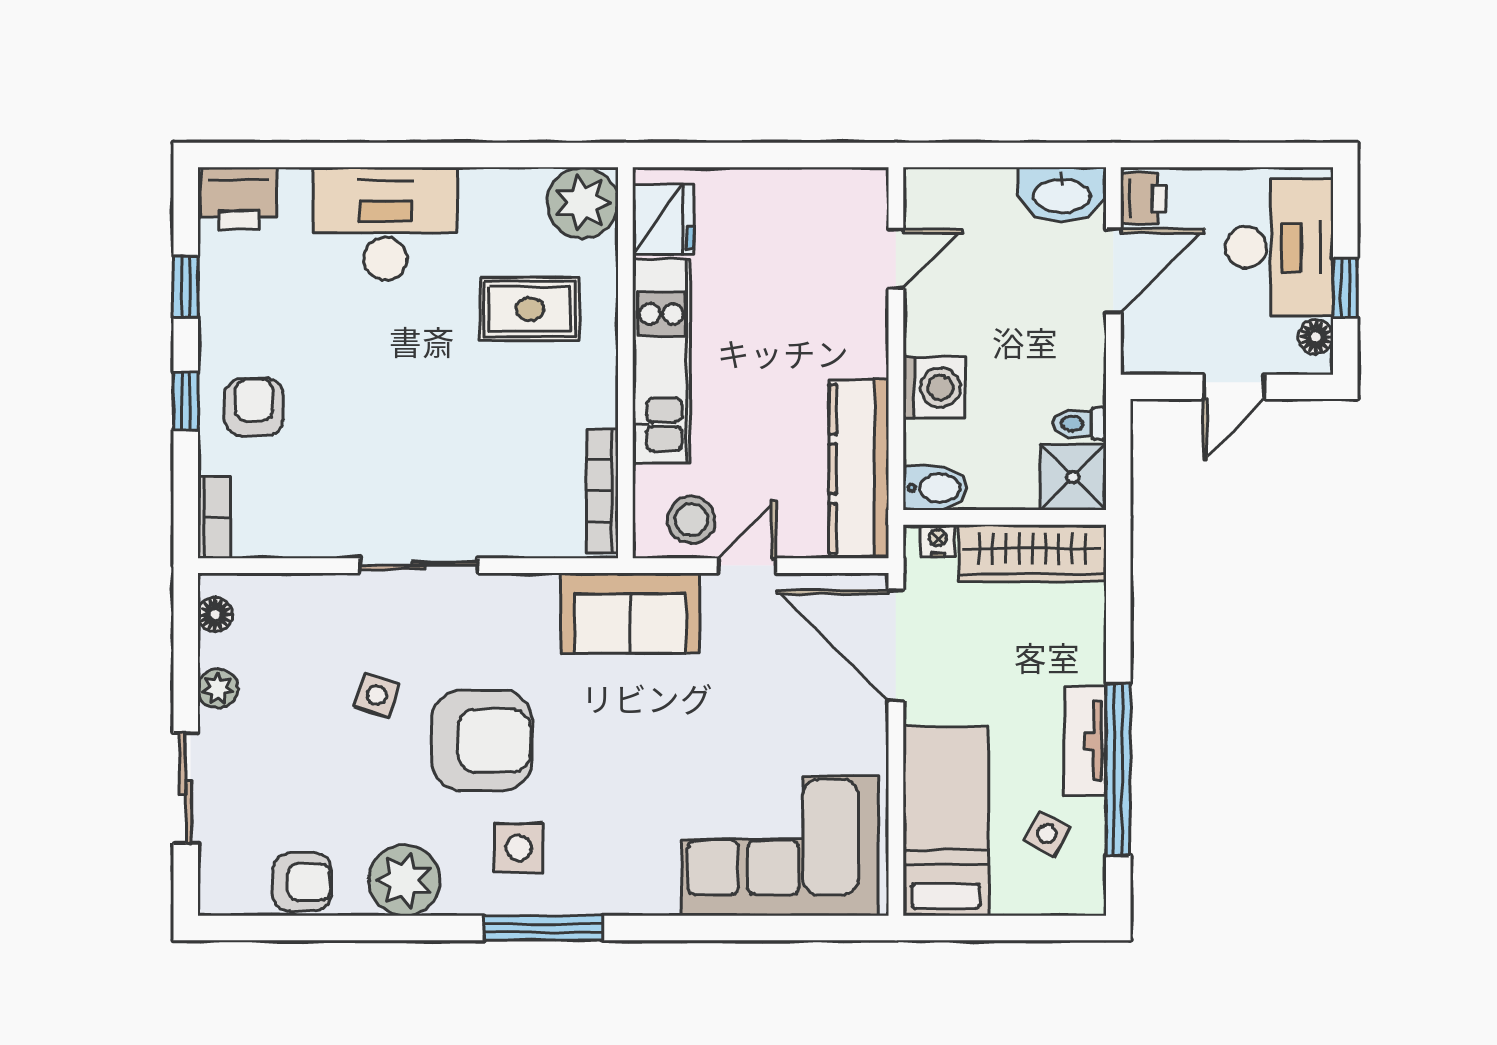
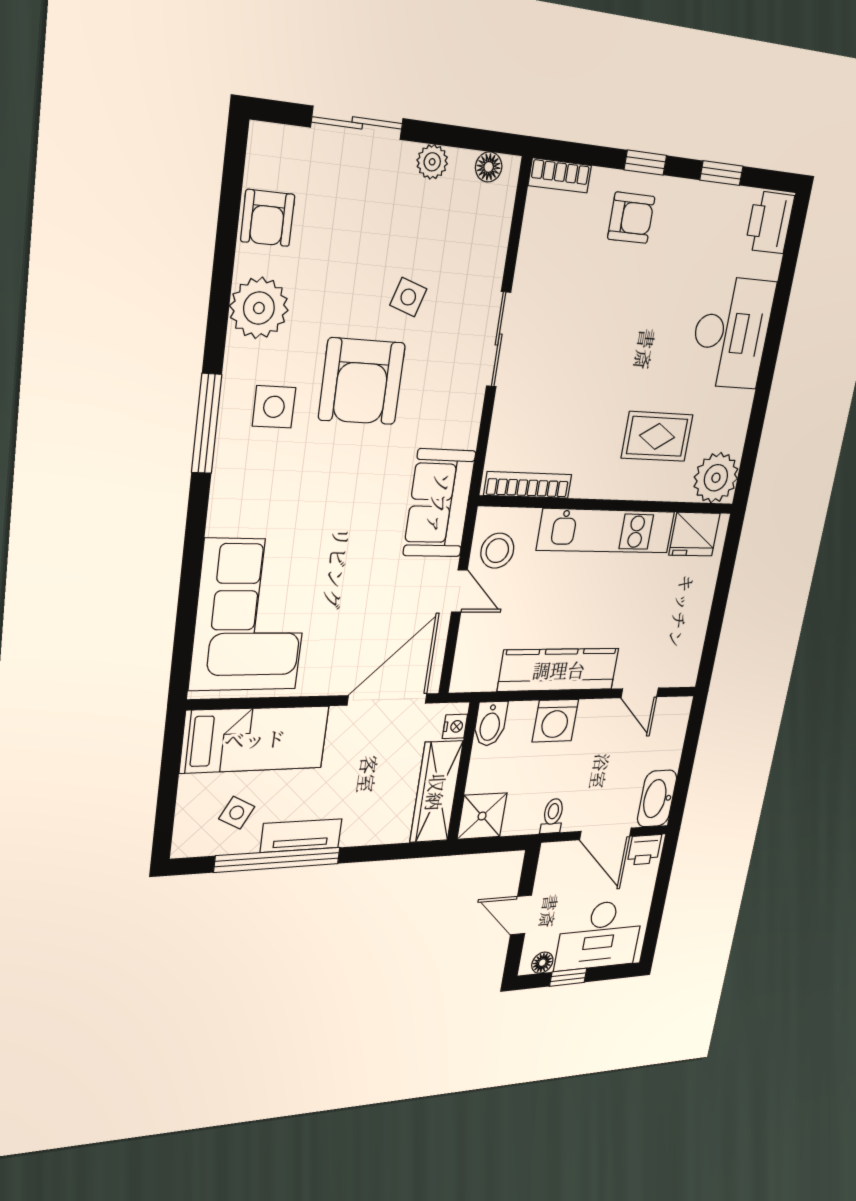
rug: (530, 309) -> (657, 436), turned 90
toilet: (1080, 423) -> (553, 816), moved
kitchen counter: (859, 469) -> (559, 670), moved

